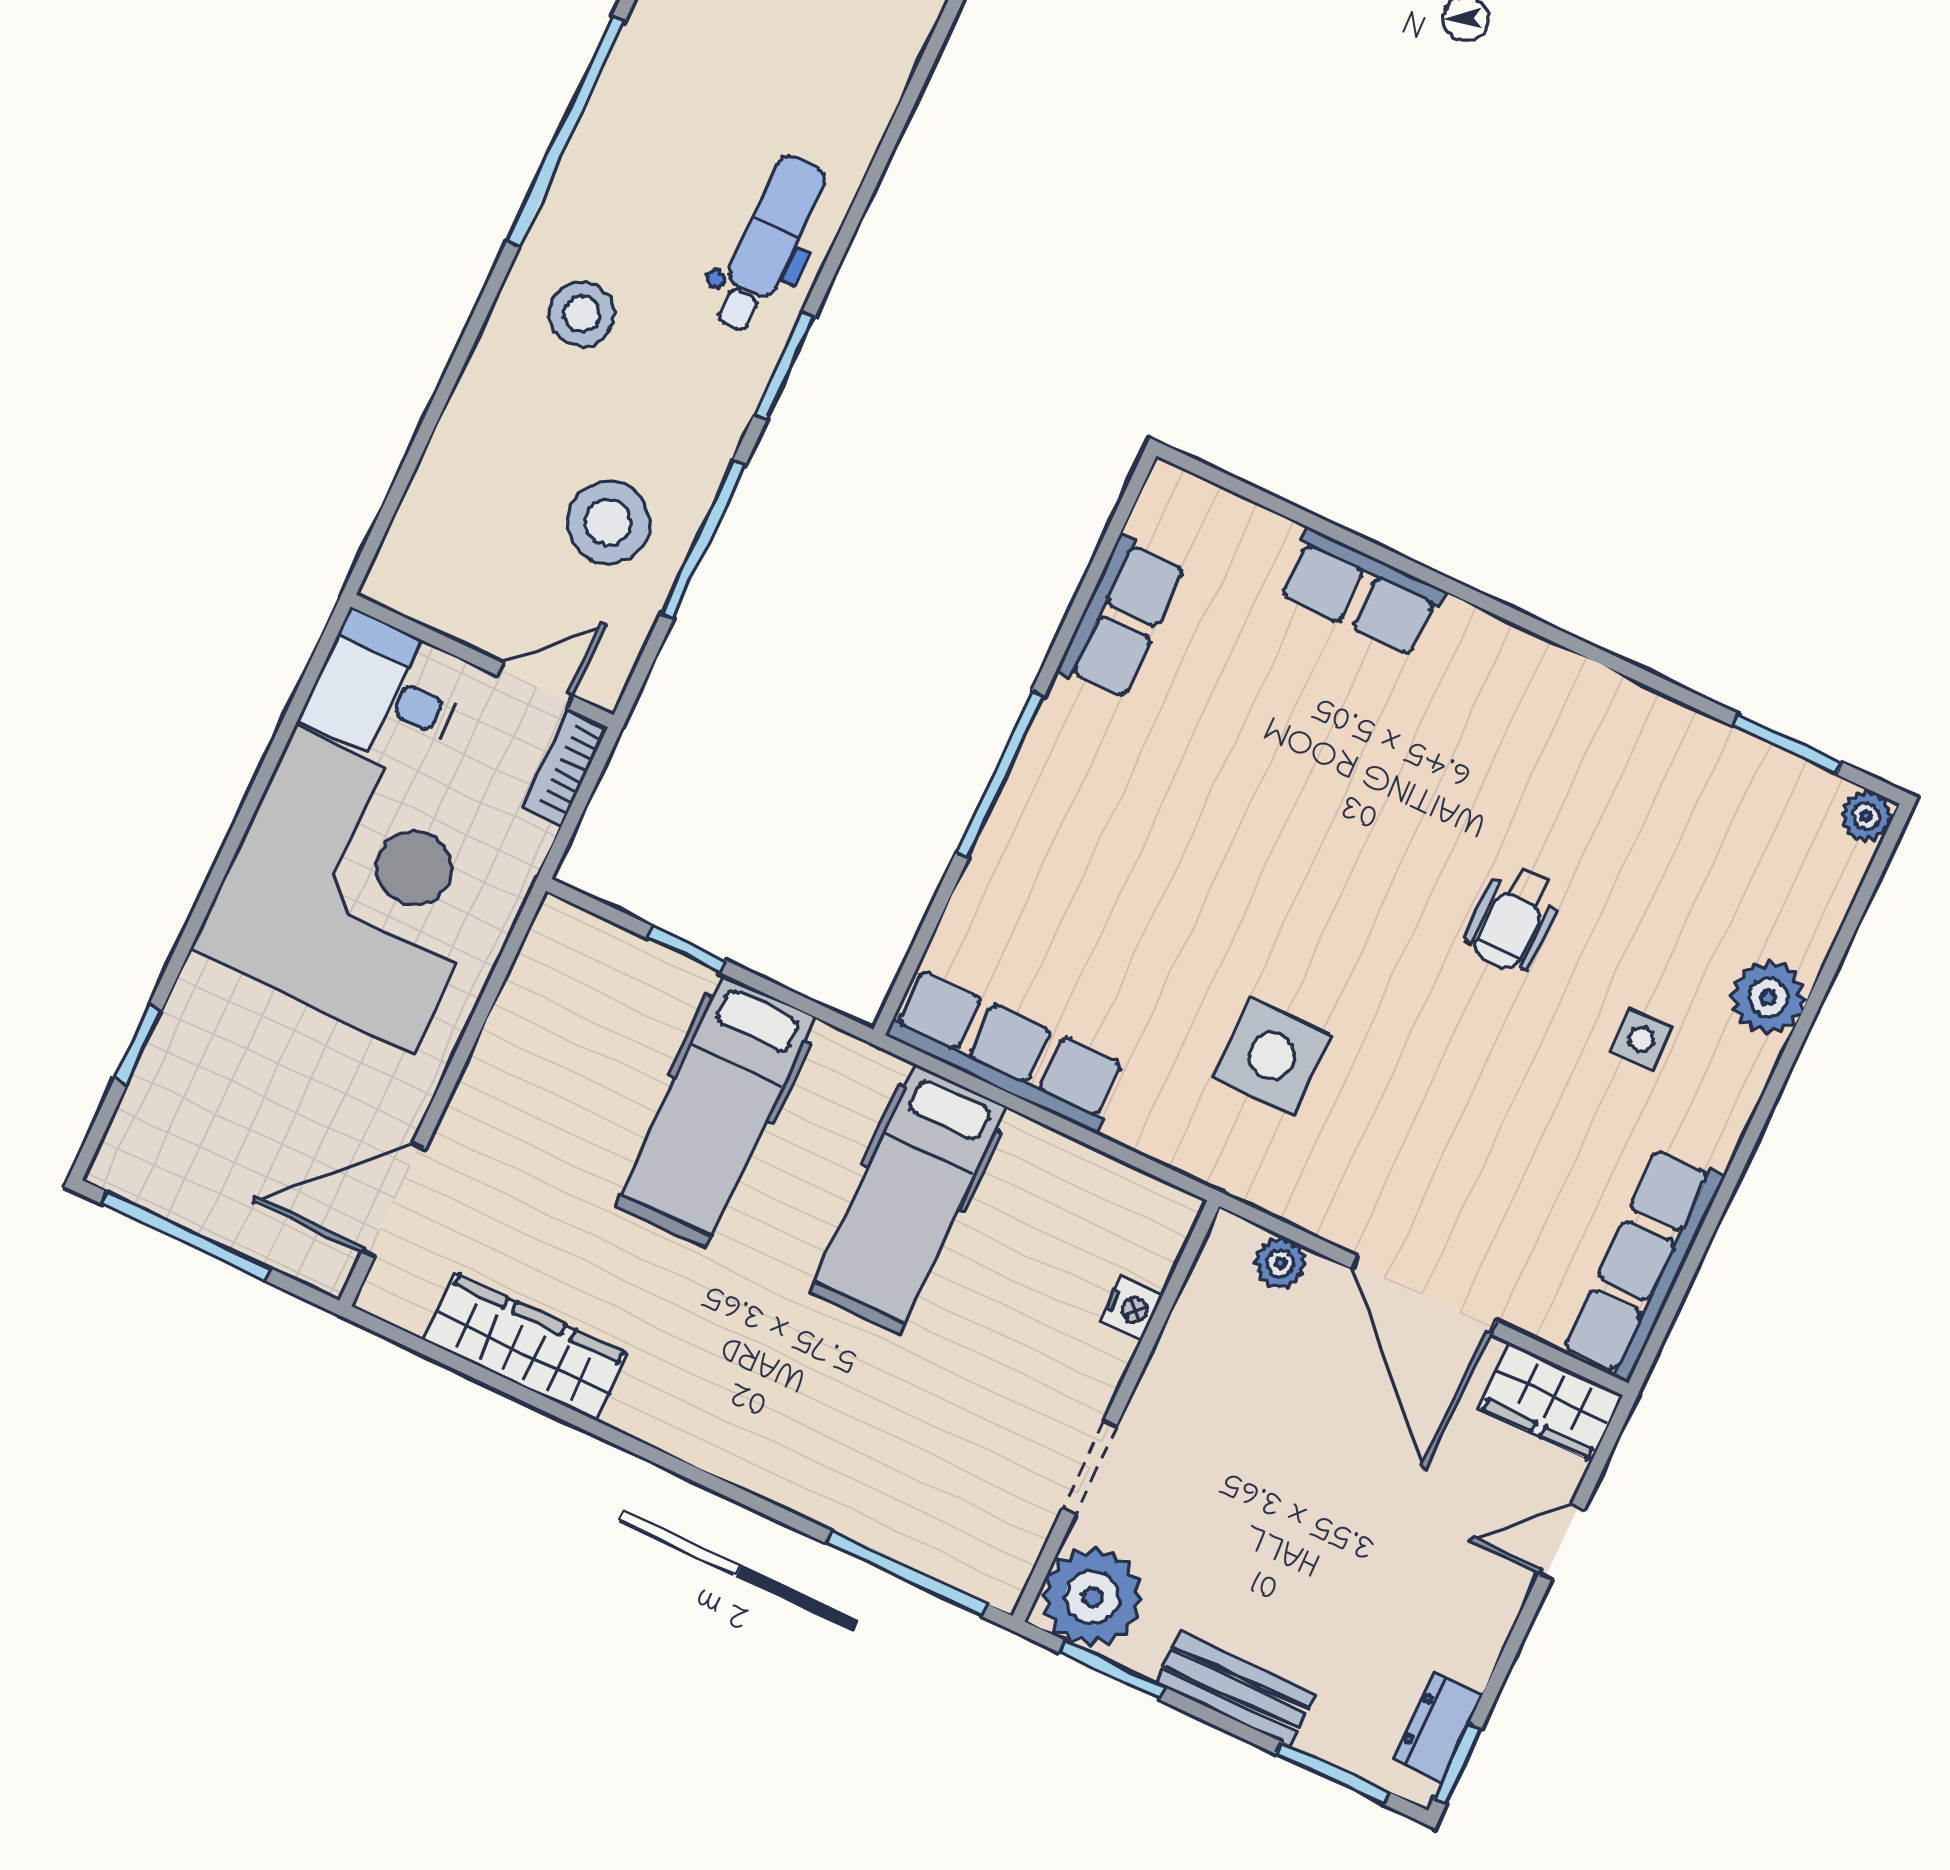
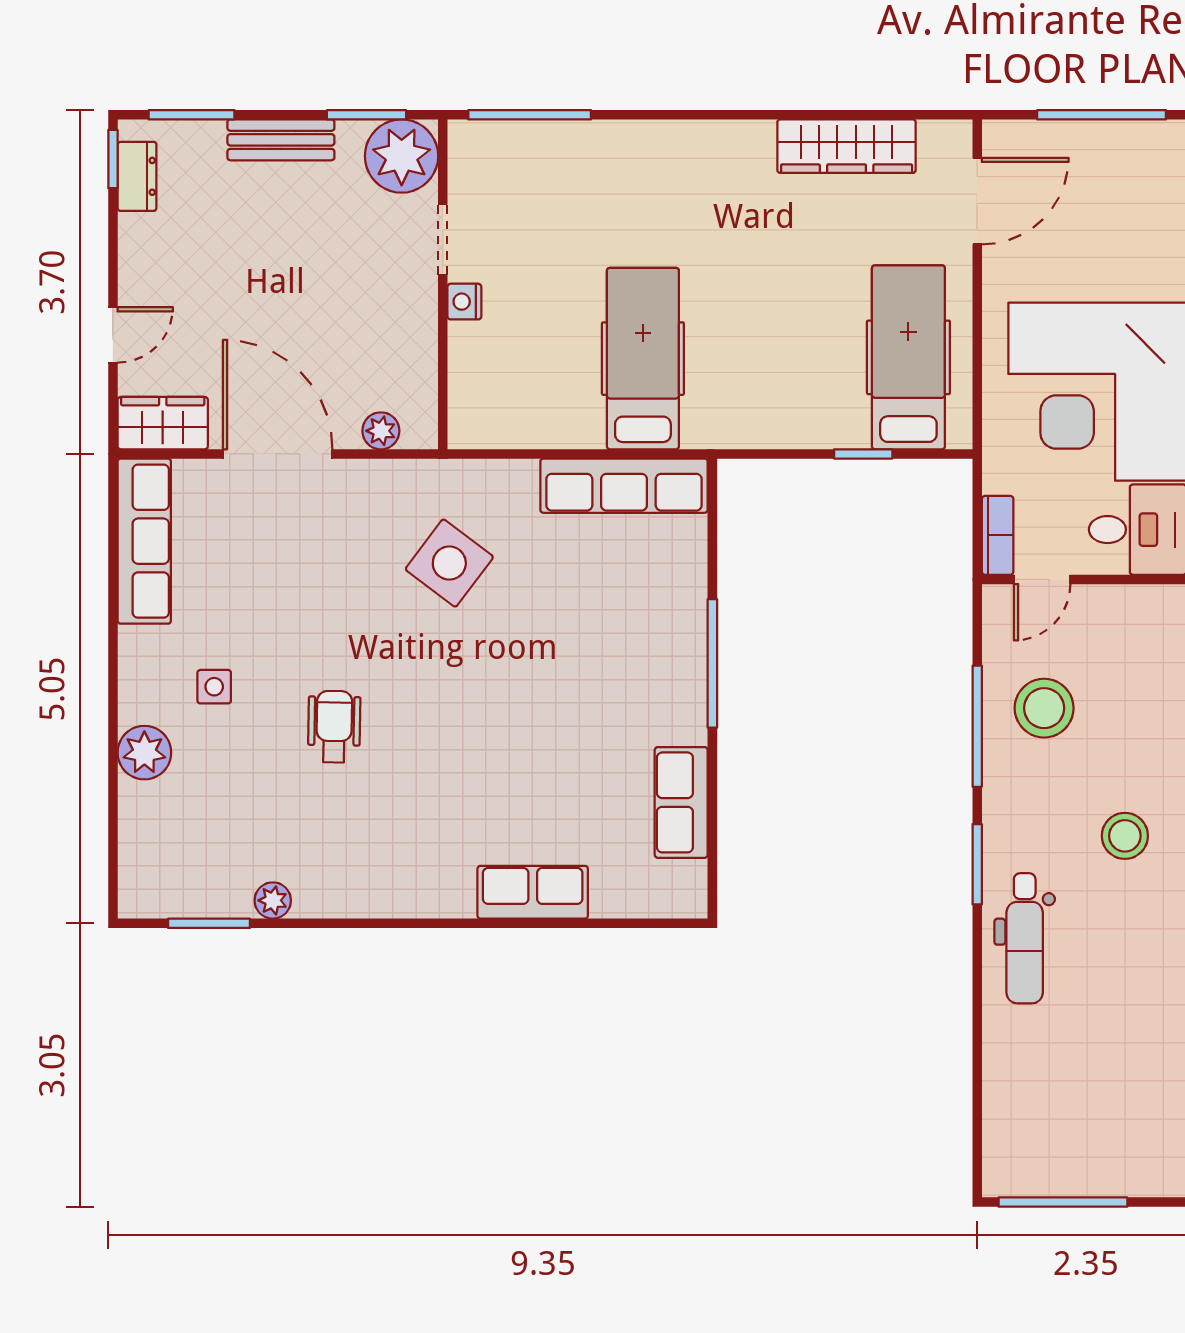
plant: (1866, 816) -> (273, 900), moved
side table: (1272, 1056) -> (449, 563), turned 37
hospital bed: (715, 1111) -> (908, 357), moved
nightstand: (1131, 1308) -> (464, 302), moved

